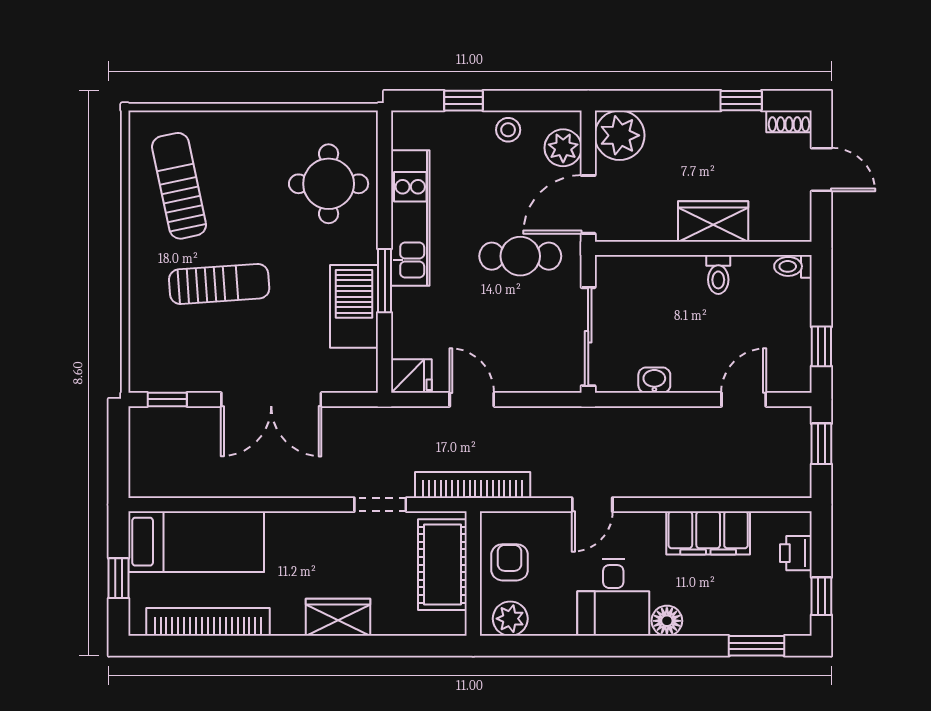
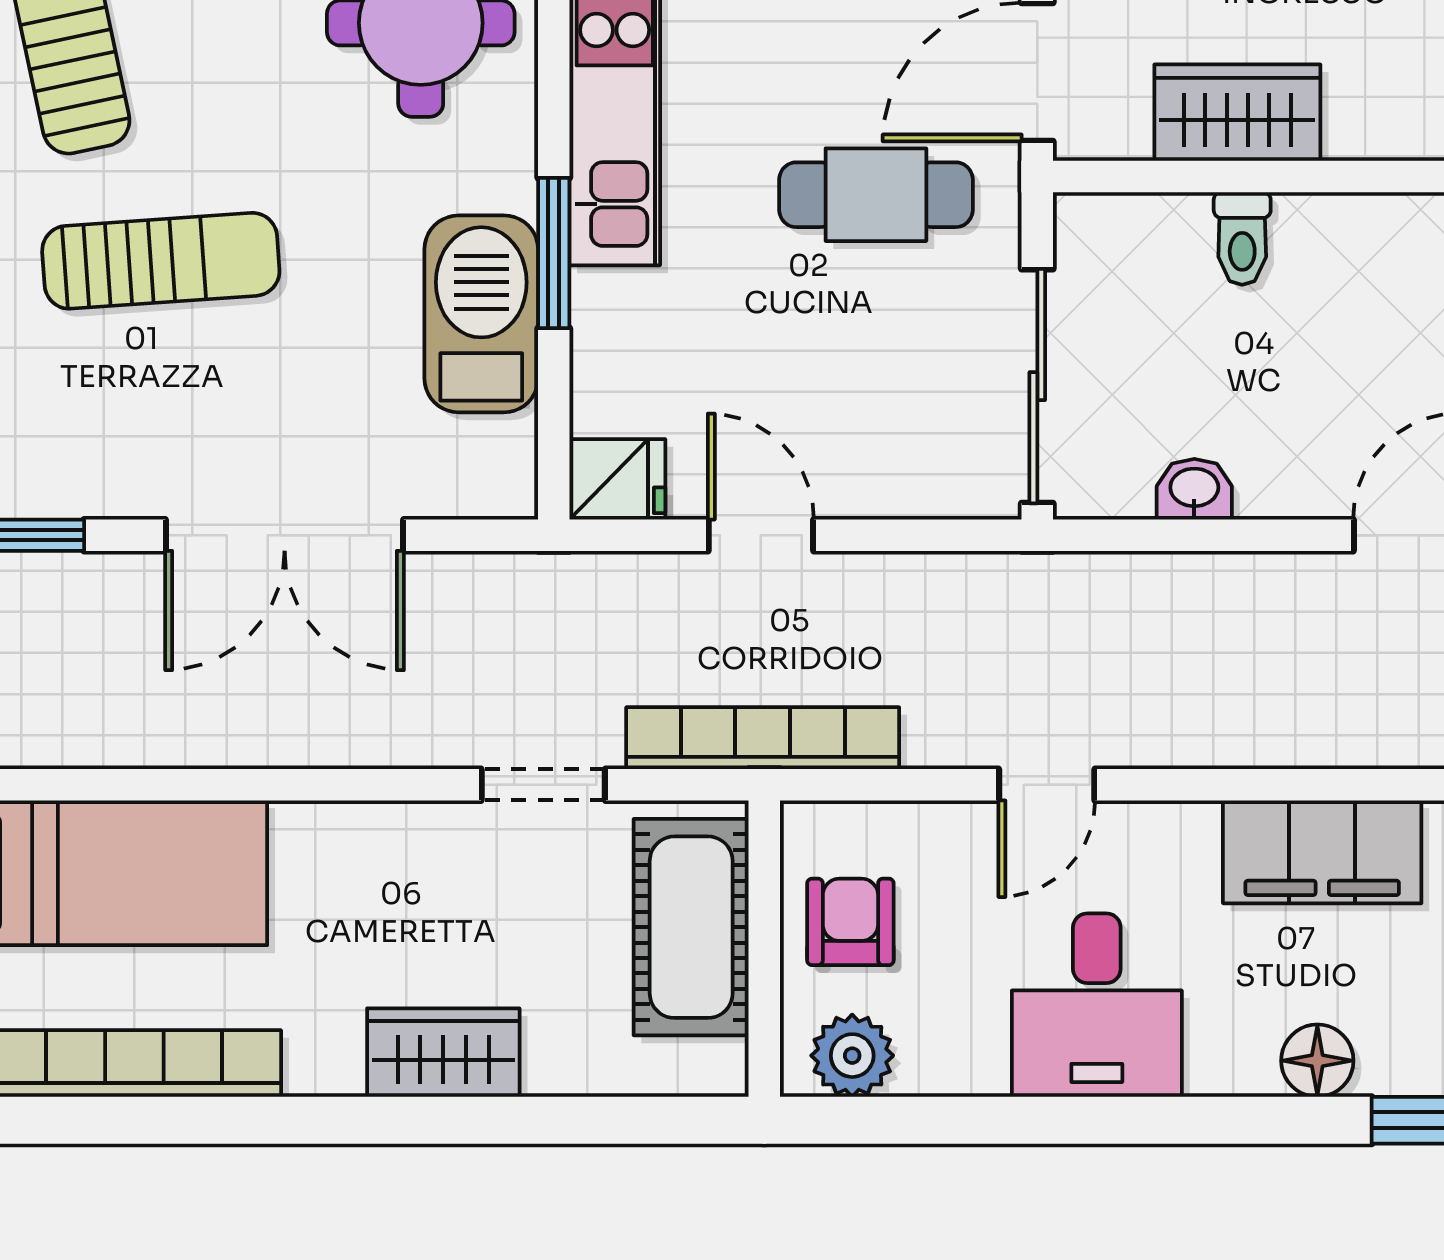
wardrobe: (713, 222) -> (1237, 113), moved
toilet: (718, 275) -> (1242, 238), moved
floor lamp: (667, 621) -> (1317, 1061), moved

